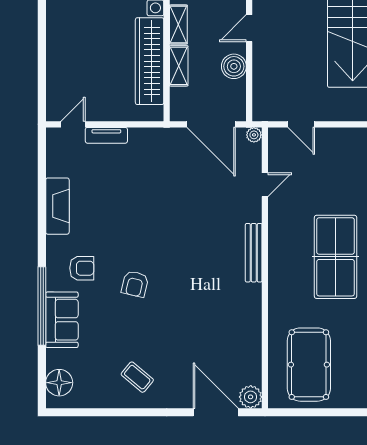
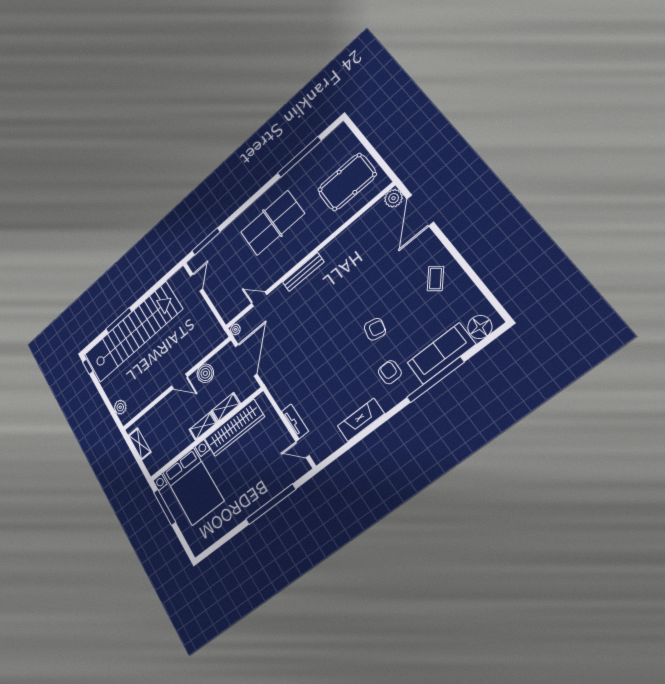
window: (42, 50) -> (271, 504), added
door: (301, 124) -> (196, 282), moved
sofa: (62, 320) -> (441, 354), width x1.36

